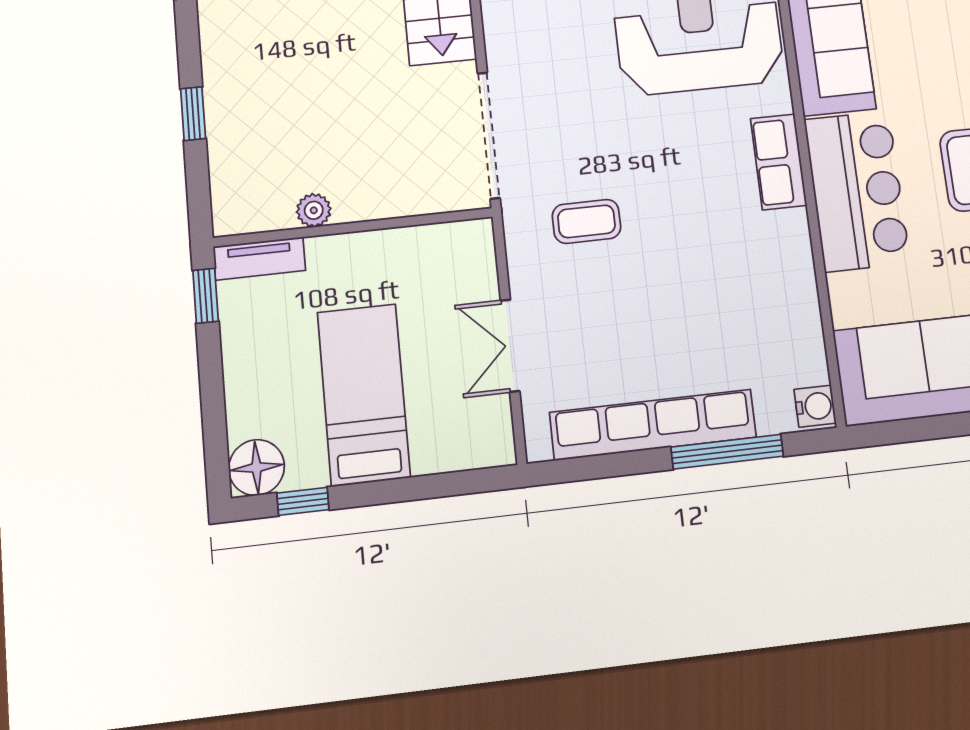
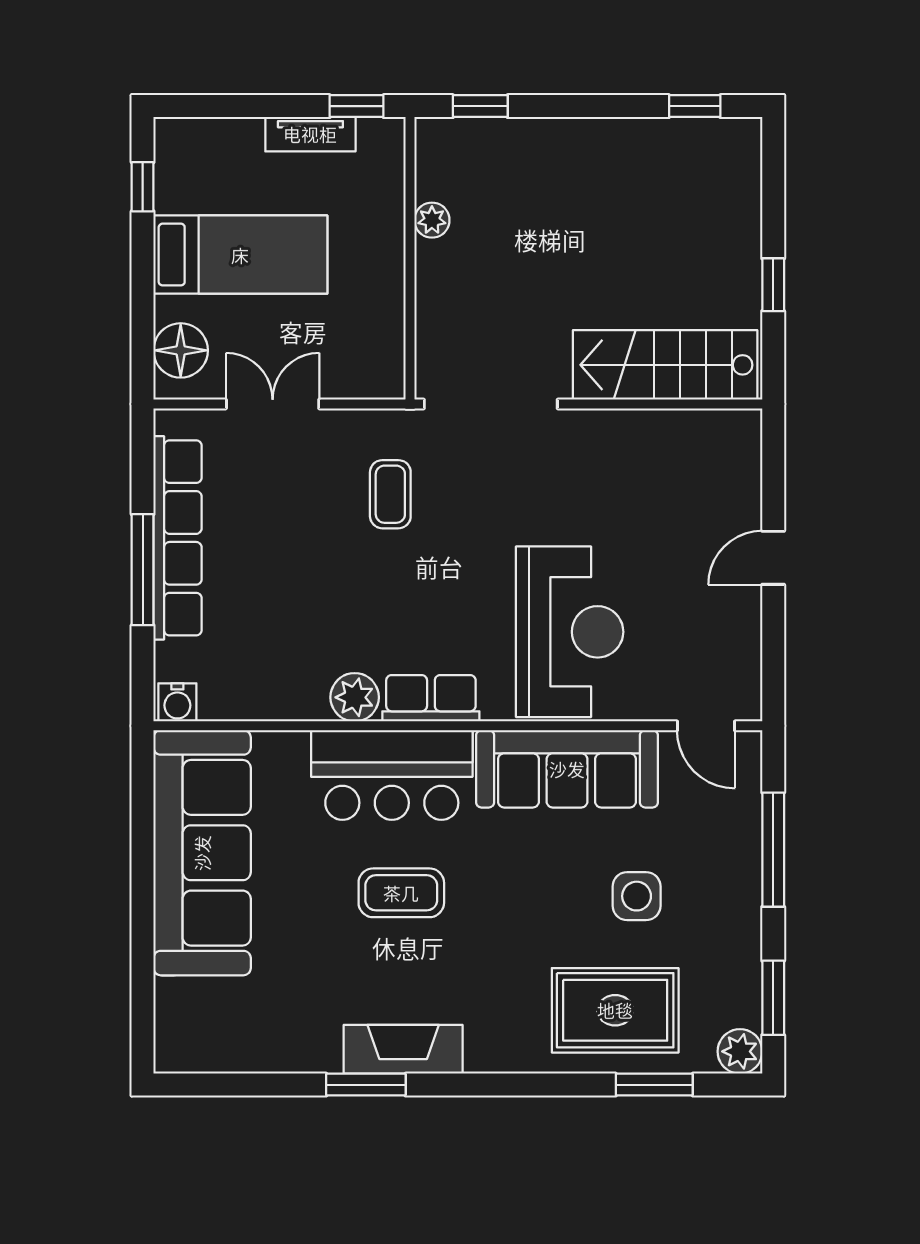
window: (193, 114) -> (480, 106), moved
plant: (787, 234) -> (355, 697), added
tv unit: (259, 259) -> (310, 134), moved, turned -90
window: (727, 452) -> (143, 570), moved
floor lamp: (257, 468) -> (181, 350), moved

